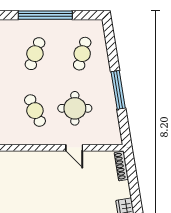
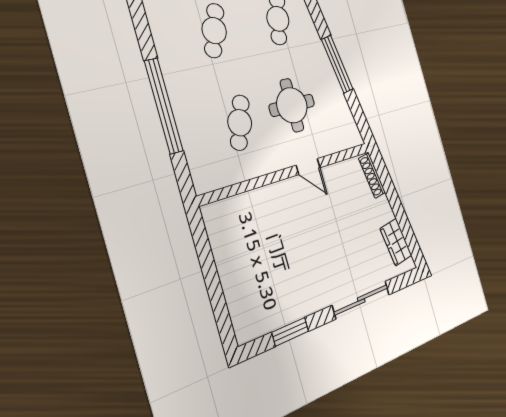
cafe table: (35, 111) -> (240, 123), turned 45

